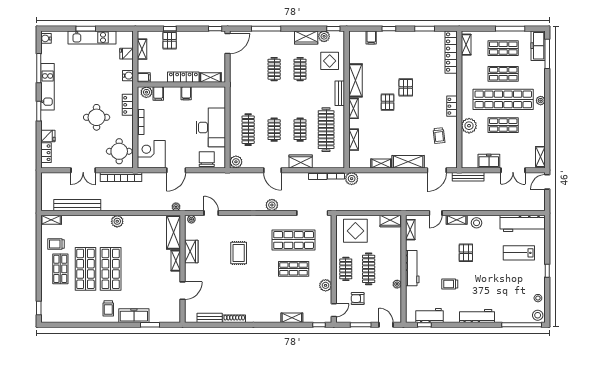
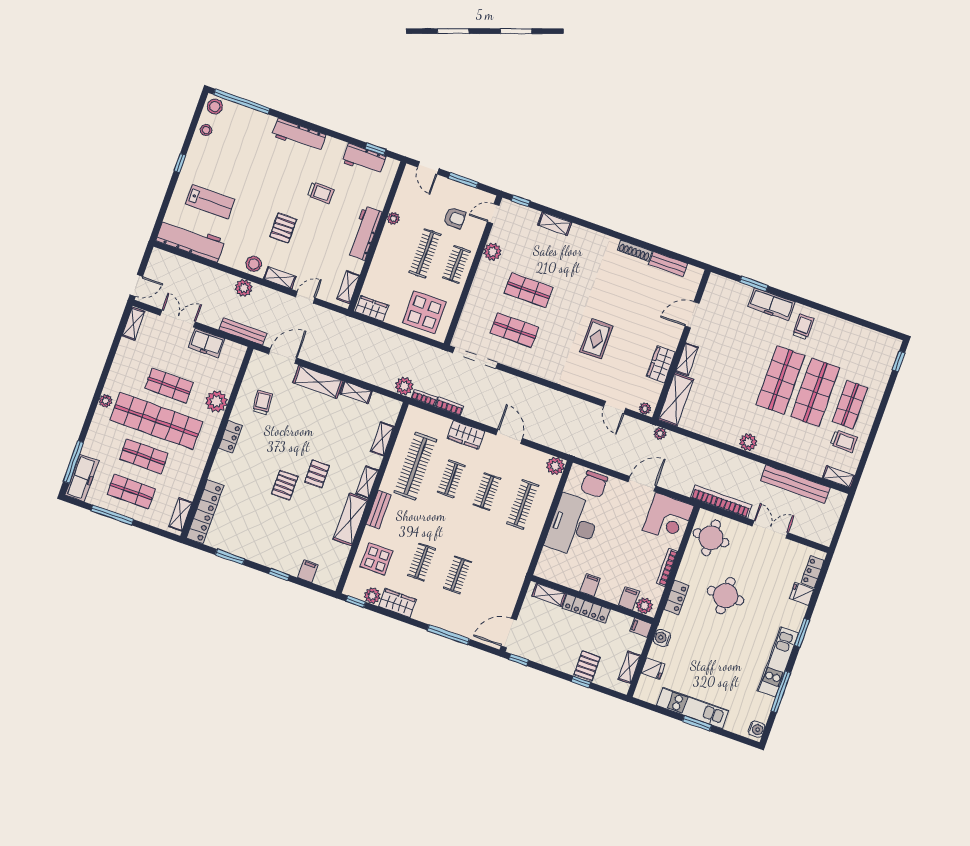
plant: (272, 205) -> (244, 288), moved
shop shelf: (294, 240) -> (514, 330), width x0.70, depth x0.74

